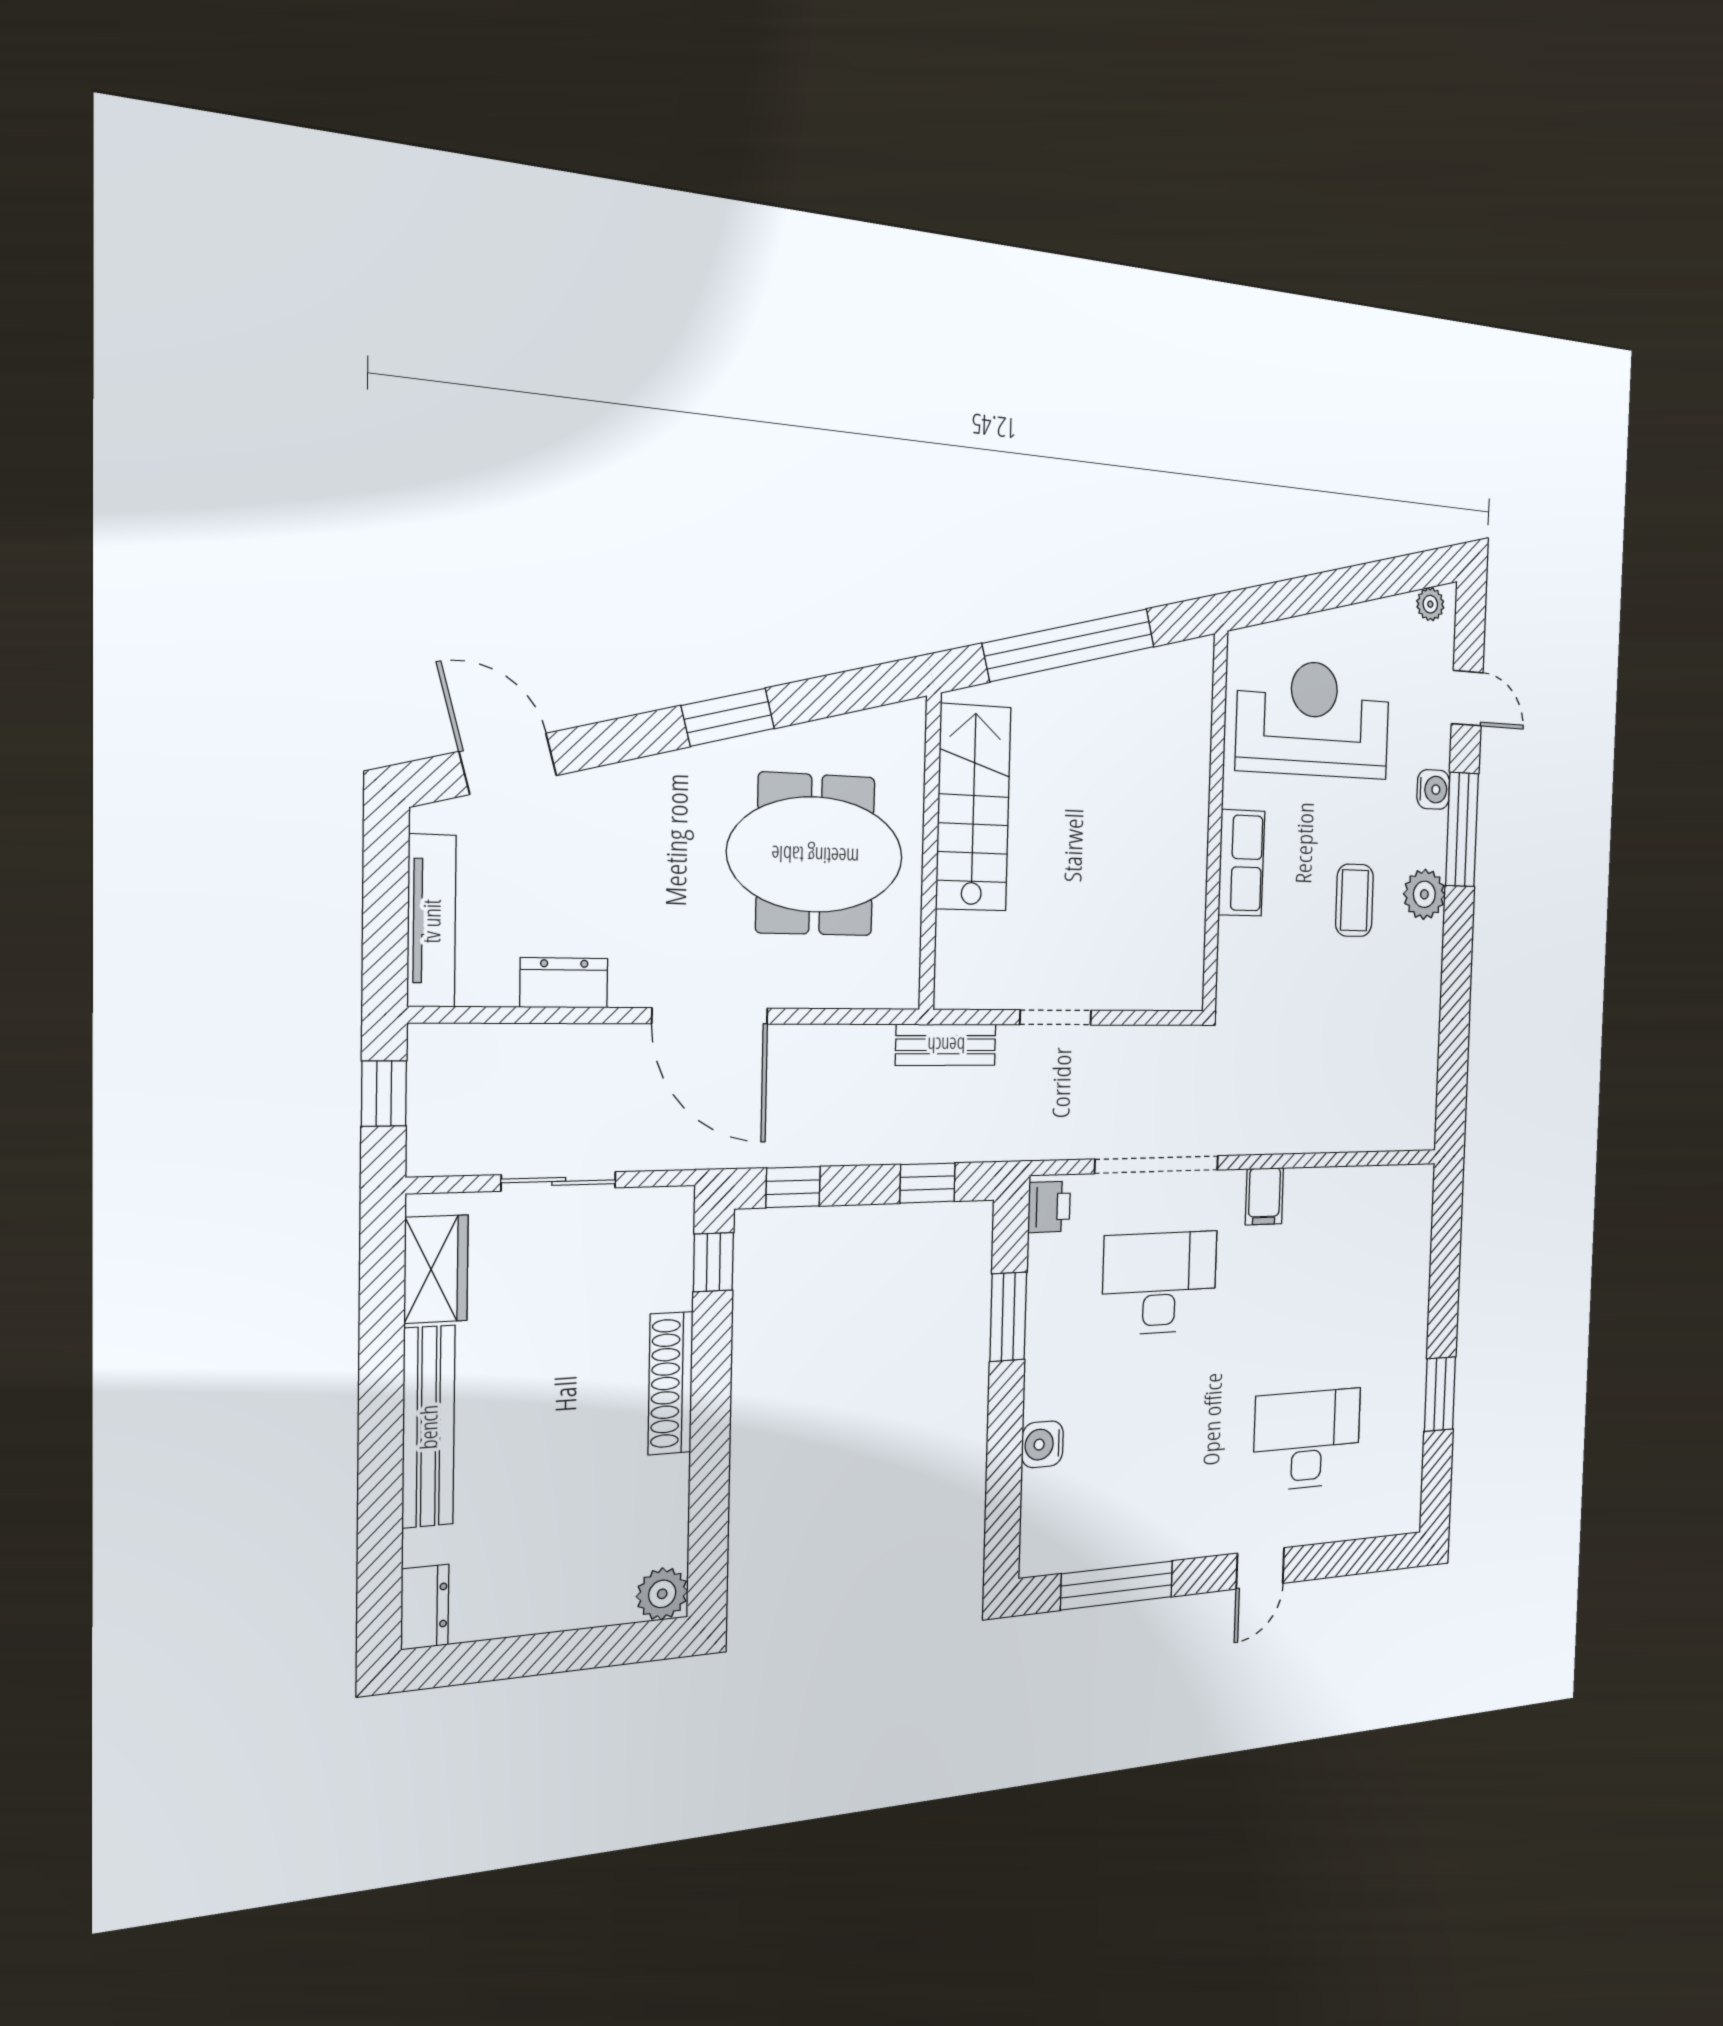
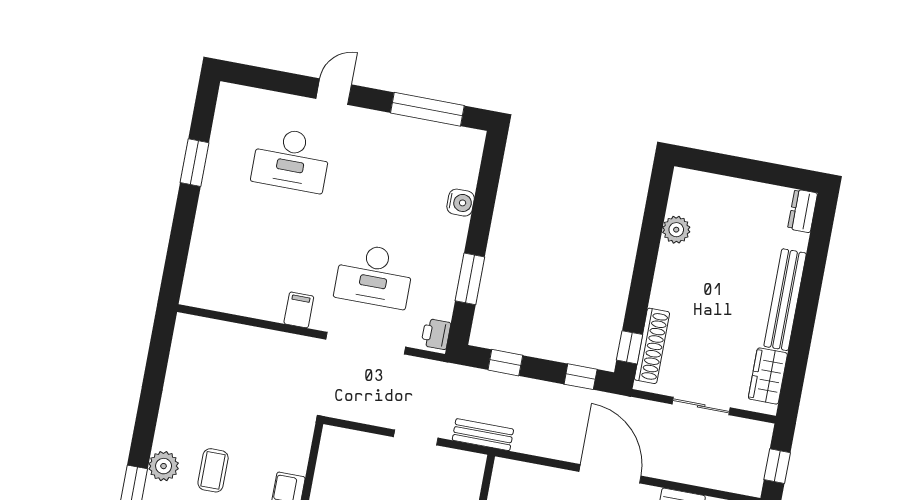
shoe rack: (670, 1383) -> (652, 346), moved
plant: (662, 1594) -> (676, 230), moved

